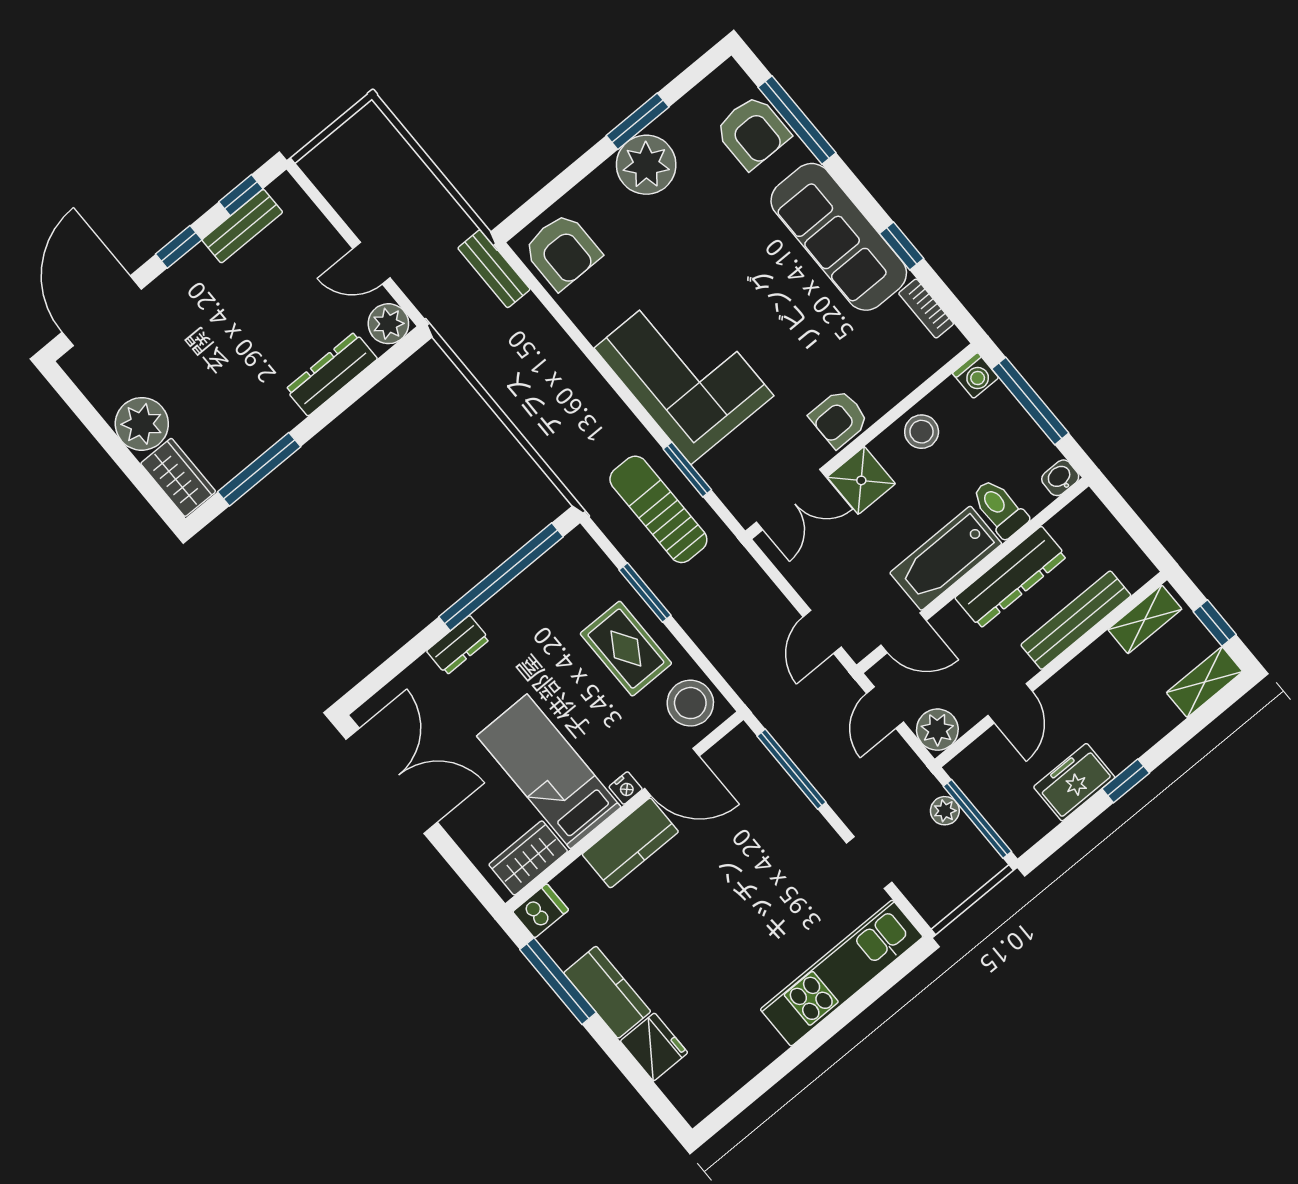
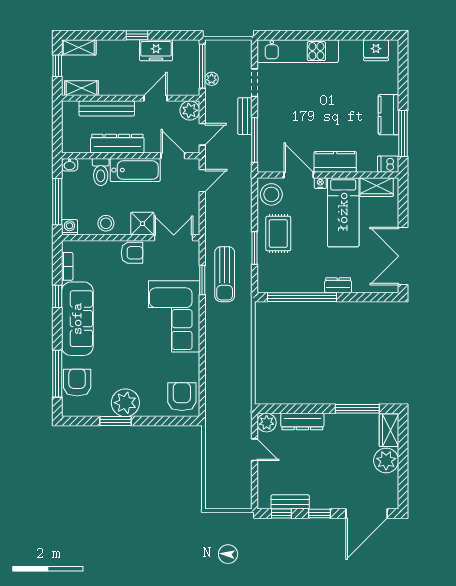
bench: (494, 269) -> (245, 116), moved
fridge: (654, 1047) -> (376, 50), moved, turned -90

